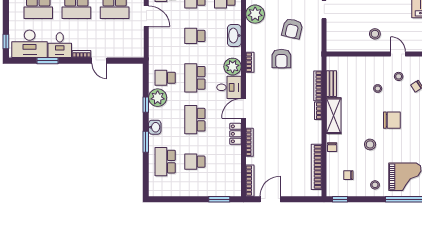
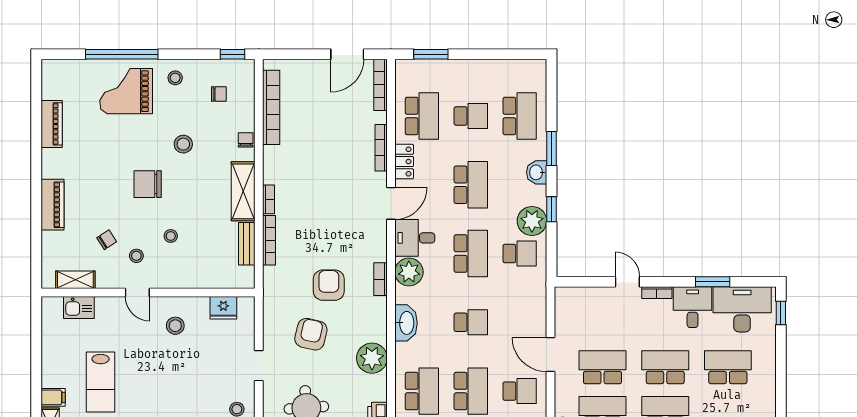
fridge: (346, 45) -> (223, 308), added
school desk: (225, 162) -> (422, 116), added

